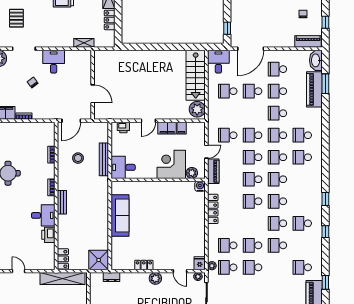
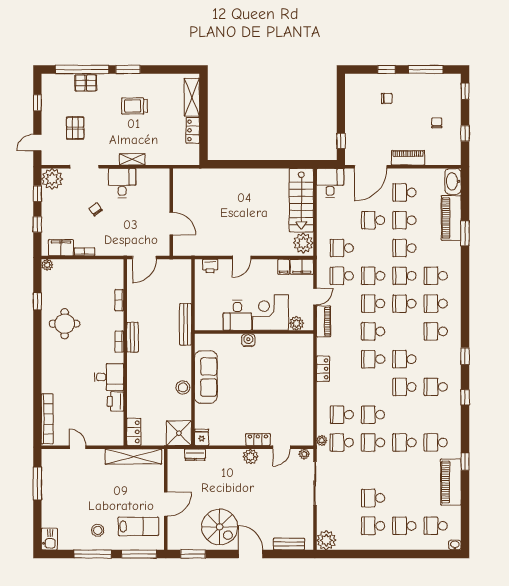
piano: (308, 42) -> (408, 158), moved
shelving: (84, 43) -> (132, 159), moved
window: (325, 84) -> (465, 233), moved
school desk: (228, 91) -> (342, 248), moved
filing cabinet: (167, 128) -> (302, 267), moved
stool: (78, 158) -> (183, 387), moved
bench: (104, 159) -> (186, 324), moved
desk: (123, 167) -> (237, 315), moved, turned -90
school desk: (277, 179) -> (436, 331), moved
water cooler: (200, 186) -> (248, 340), moved
bench: (62, 202) -> (133, 337), moved
locker: (213, 209) -> (323, 369), width x0.66
school desk: (277, 245) -> (404, 442), moved
fridge: (200, 263) -> (202, 437), moved
locker: (144, 265) -> (258, 440), moved
door: (180, 271) -> (281, 447), hinge flipped

